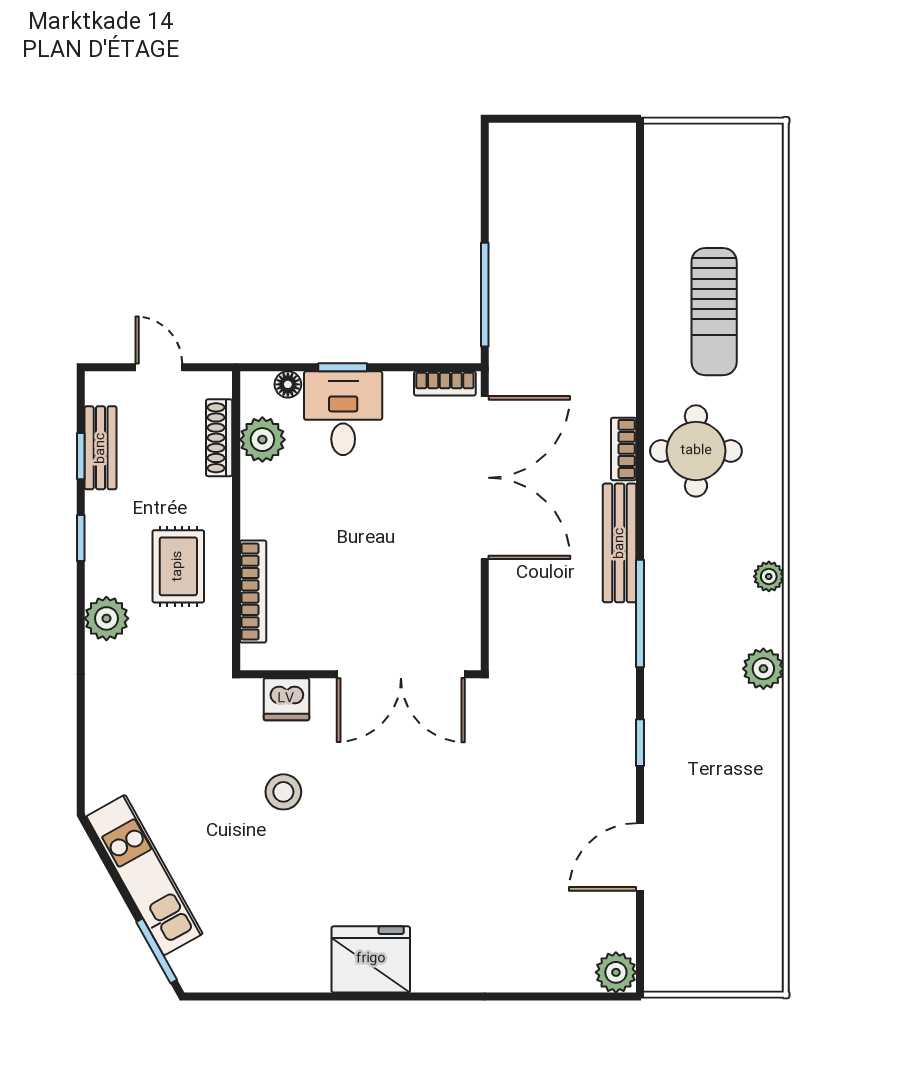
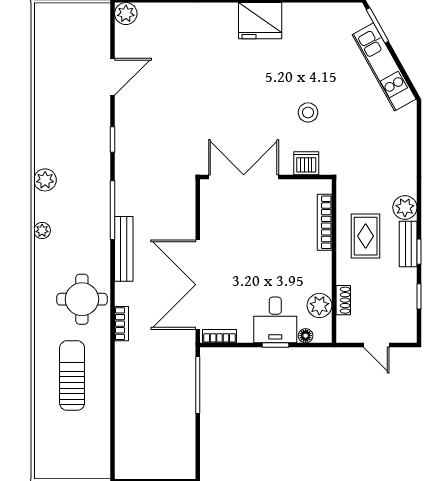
shoe rack: (219, 438) -> (343, 300), width x0.70
bench: (101, 448) -> (408, 244), moved
bookcase: (624, 449) -> (122, 324), moved

